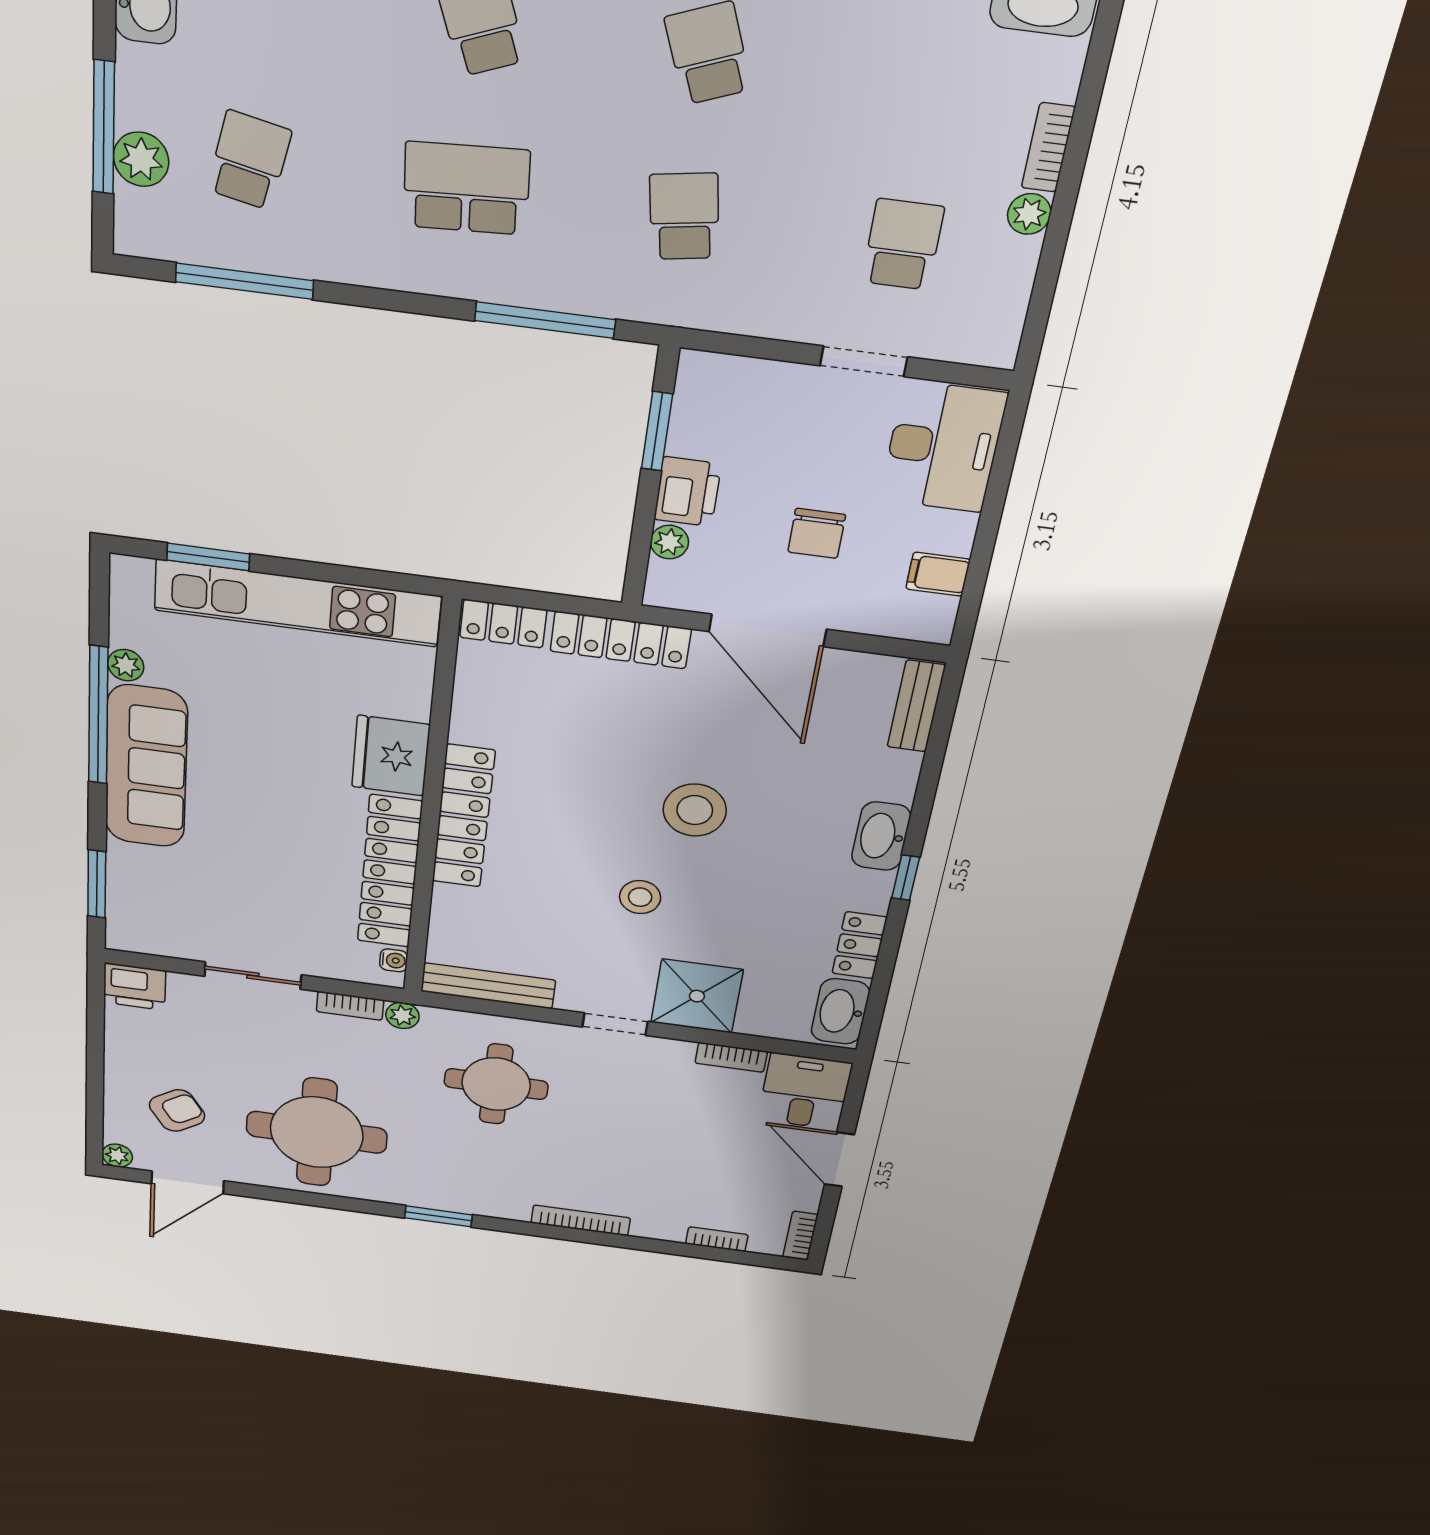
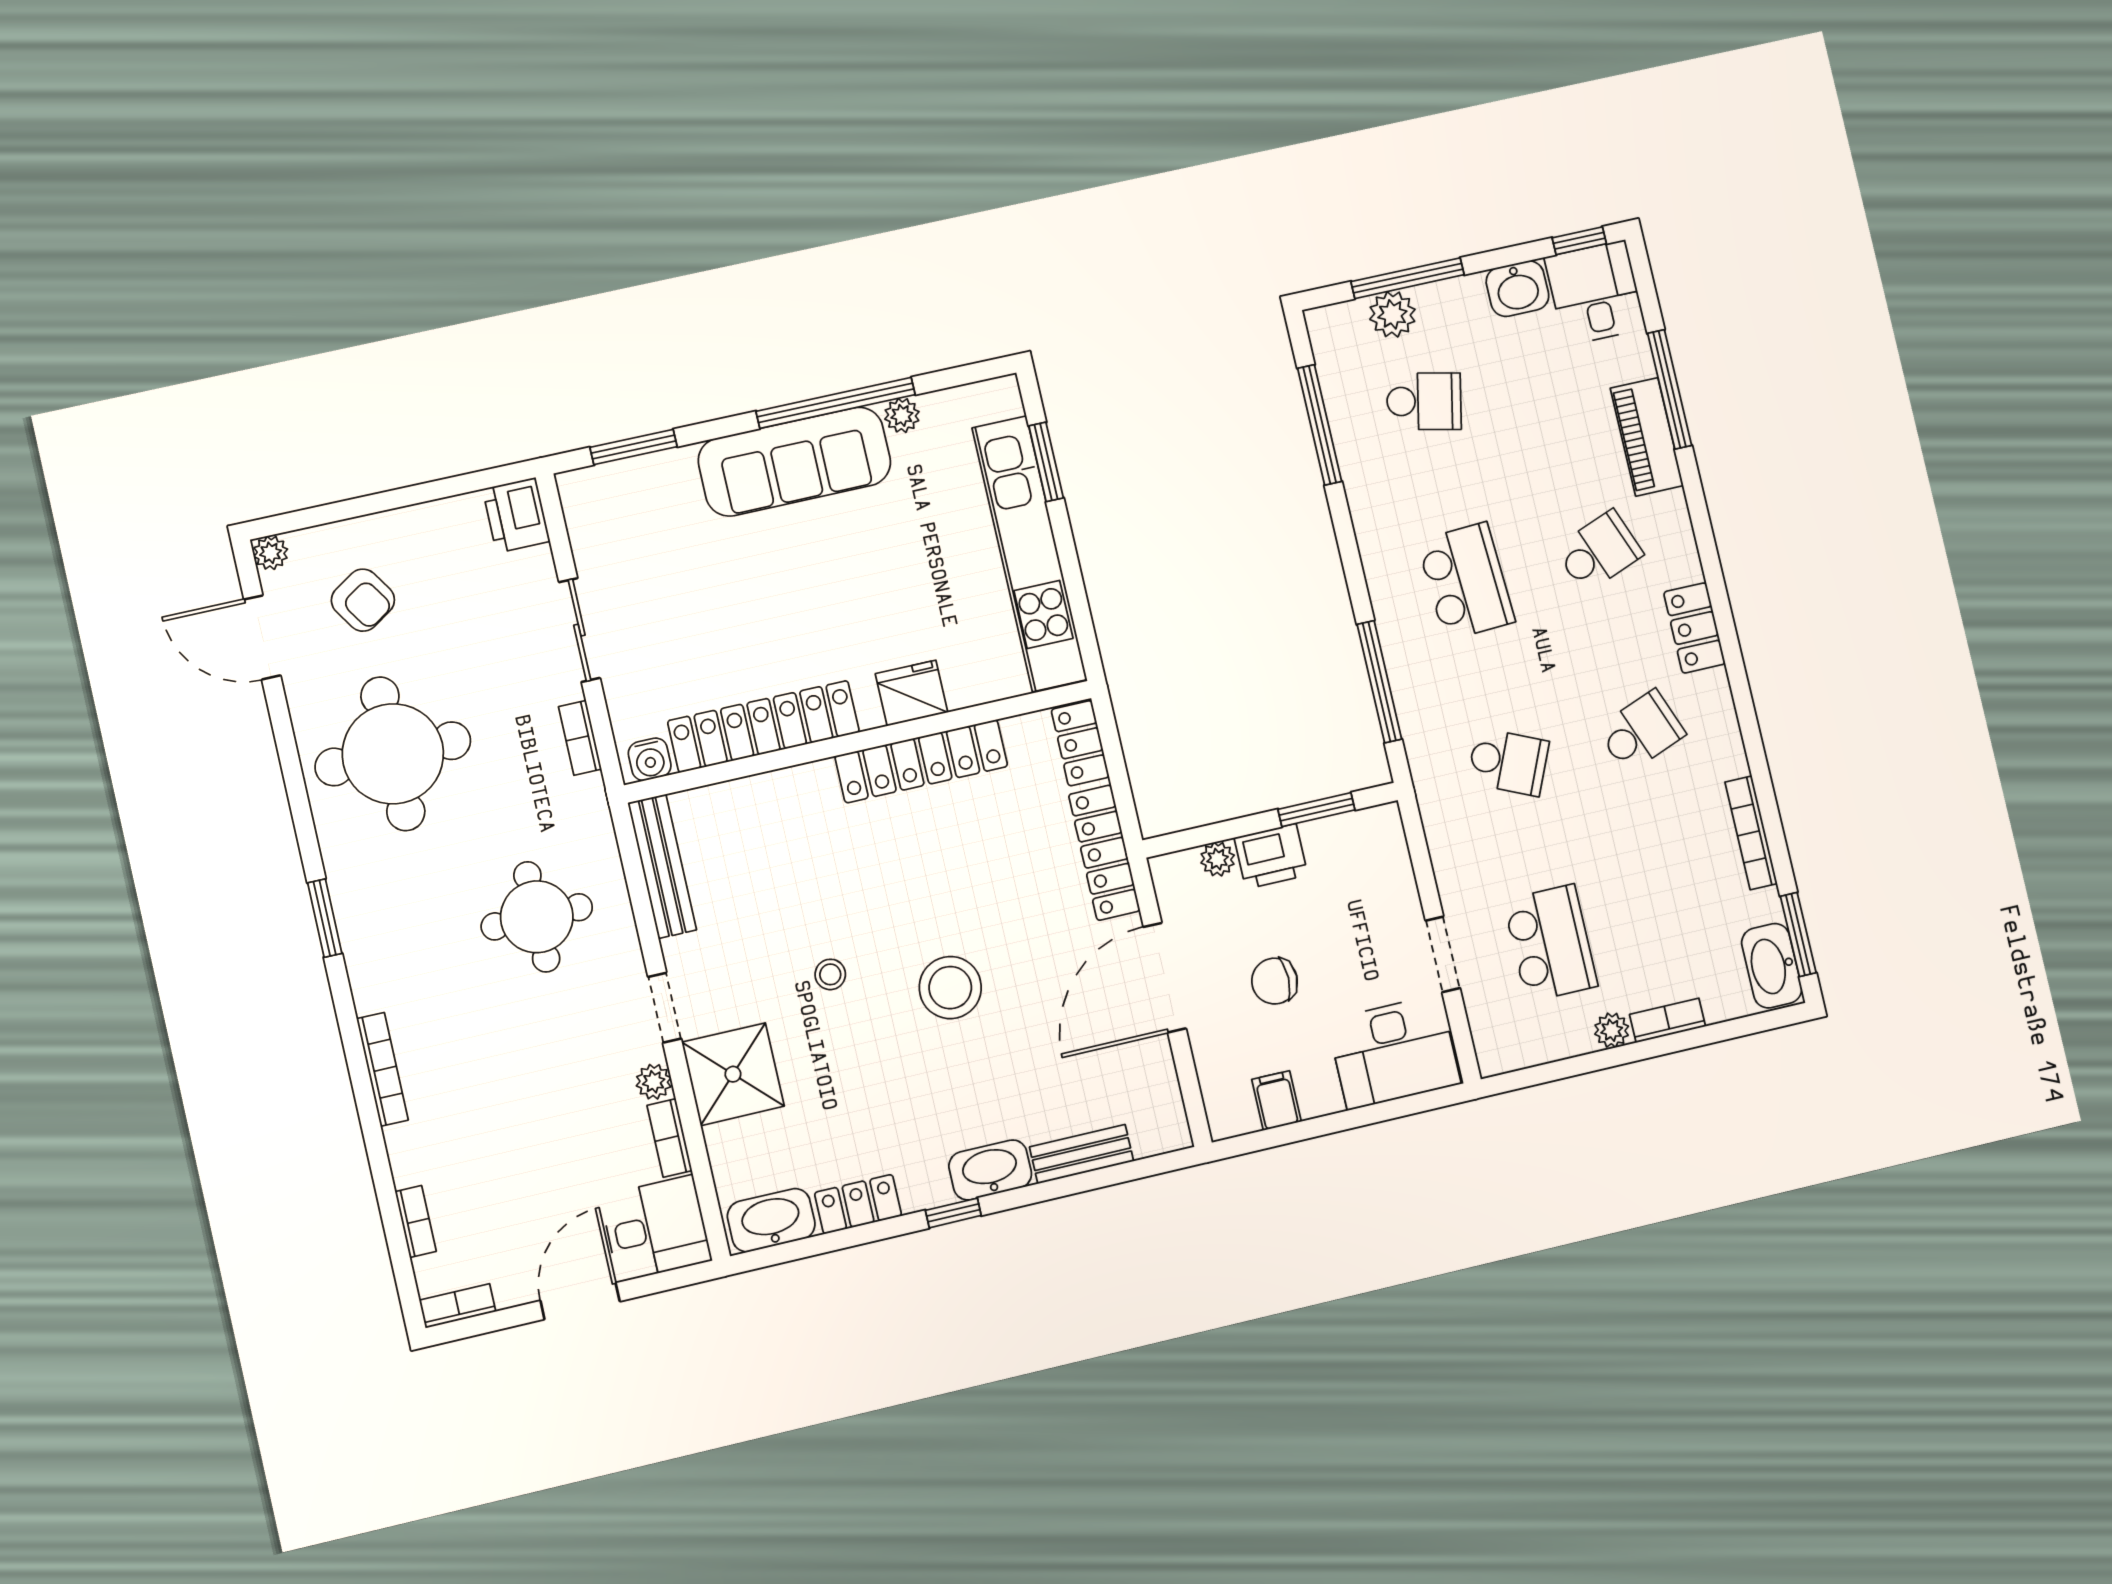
school desk: (684, 216) -> (1508, 762), turned 33
school desk: (903, 245) -> (1551, 943), width x1.85
bench: (916, 706) -> (1082, 1154), moved
fridge: (391, 756) -> (912, 693), width x0.73, depth x0.75
locker: (463, 816) -> (921, 761), moved
stool: (640, 897) -> (830, 974), width x0.73, depth x0.73
water cooler: (394, 960) -> (650, 759), width x1.38, depth x1.38
plant: (402, 1015) -> (654, 1082), moved

